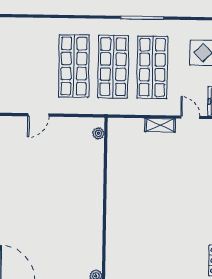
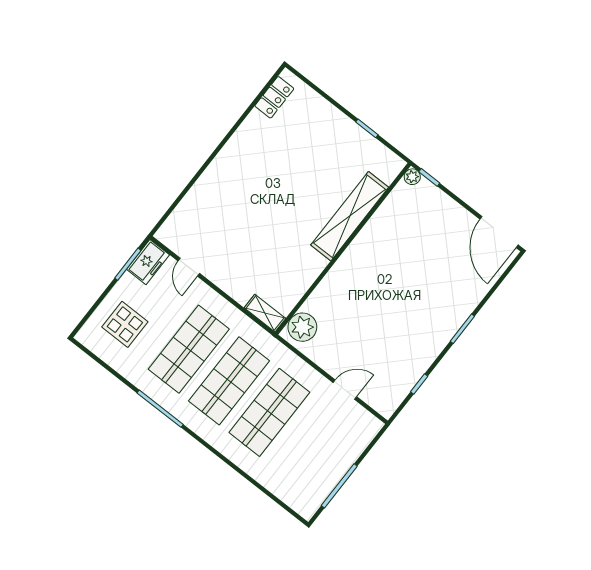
shelving: (160, 125) -> (265, 313), moved
plant: (98, 133) -> (302, 327), width x1.88, depth x1.88
shelving: (116, 223) -> (350, 216), added

